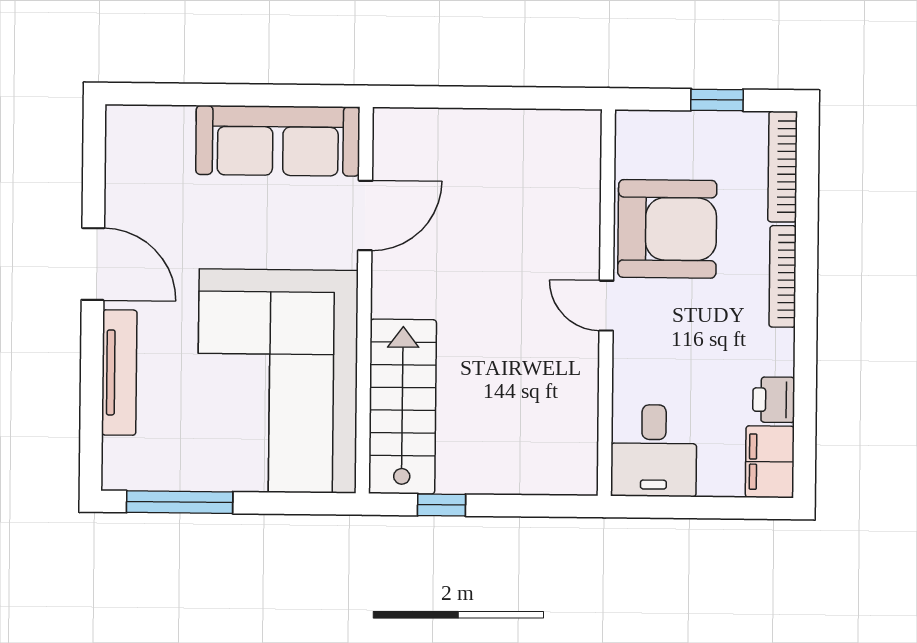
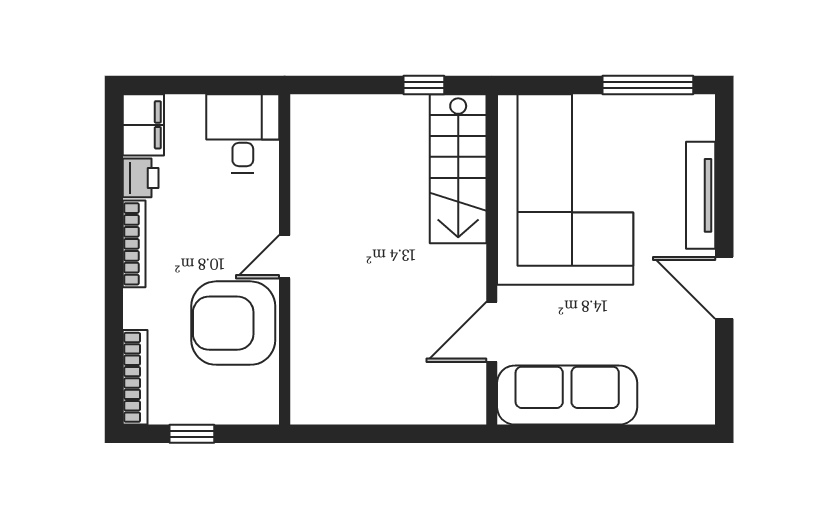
bookcase: (783, 276) -> (134, 244), moved
door: (606, 306) -> (285, 257), swing flipped

